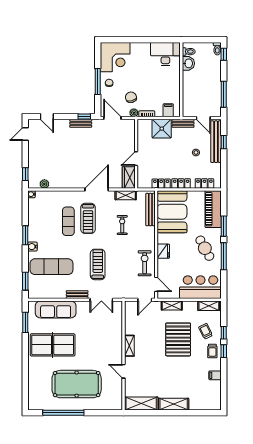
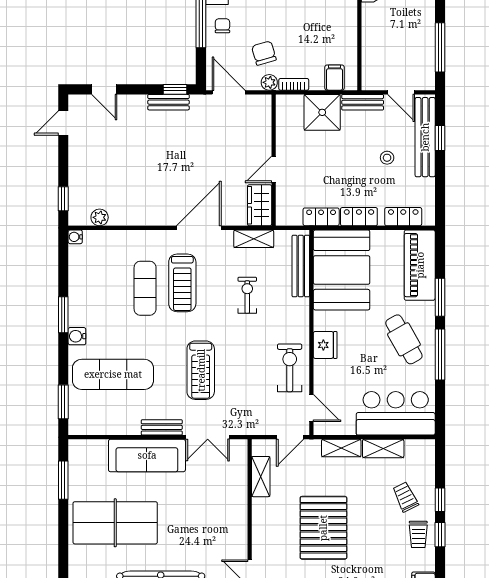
treadmill: (98, 264) -> (201, 370), turned 180
shelving: (209, 306) -> (383, 448), moved
sofa: (56, 309) -> (147, 455), moved
pallet: (178, 339) -> (323, 528), moved
shelving: (129, 346) -> (261, 477), moved

